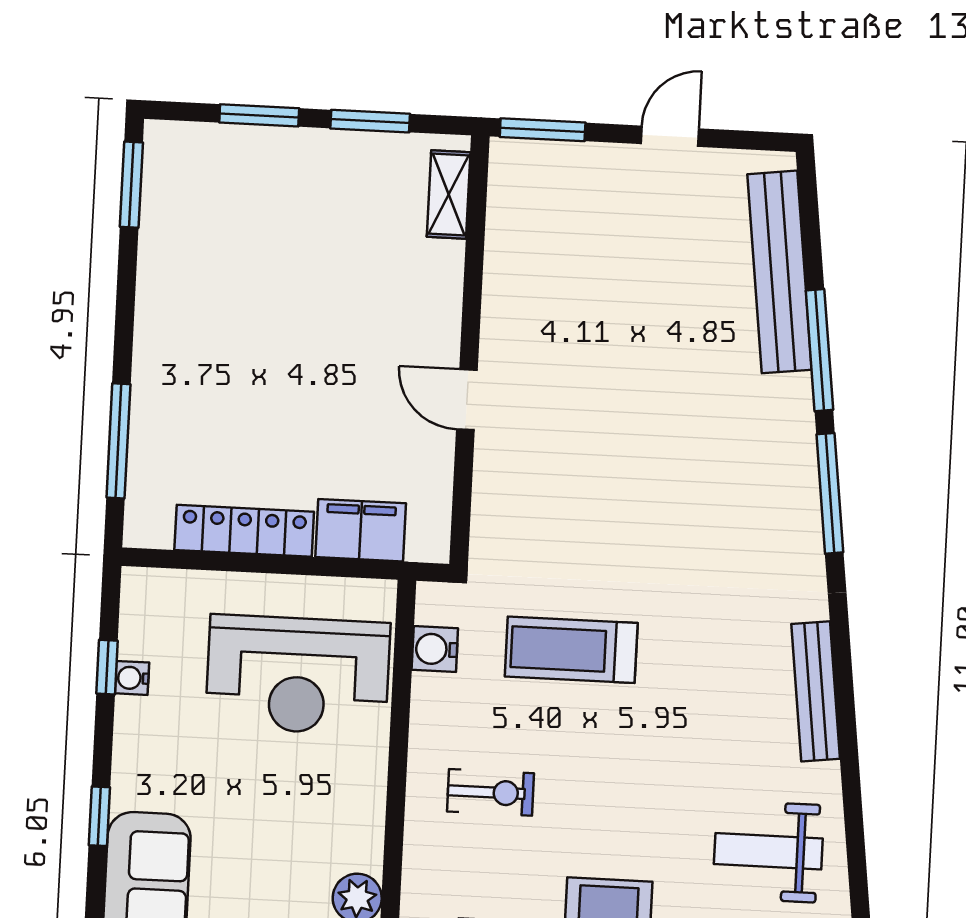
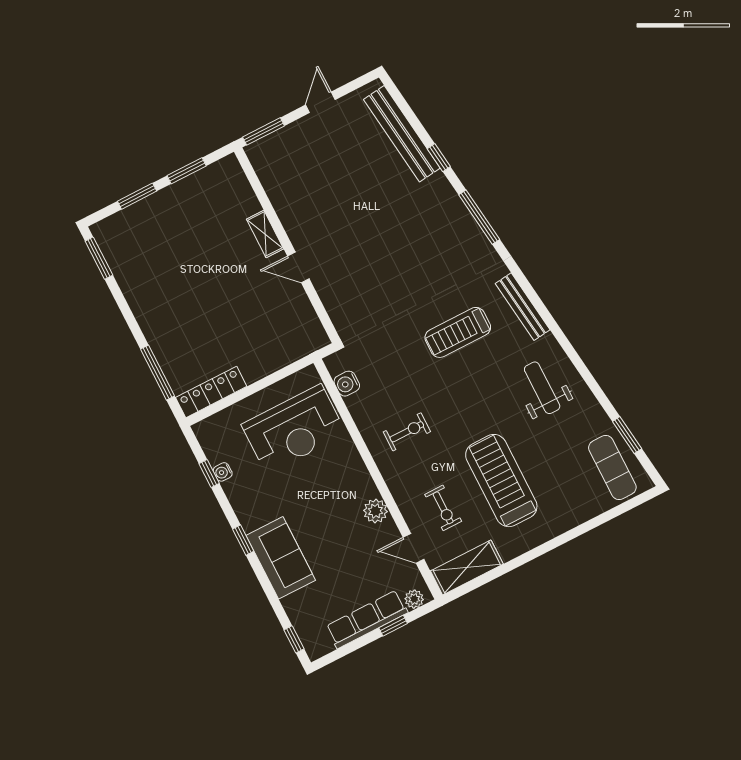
shelving: (449, 194) -> (265, 234), moved
window: (819, 350) -> (439, 158), width x0.46
filing cabinet: (361, 530) -> (285, 351), removed
locker: (244, 531) -> (211, 392), moved
treadmill: (571, 650) -> (458, 332), moved
weight bench: (768, 851) -> (542, 388), turned 90

